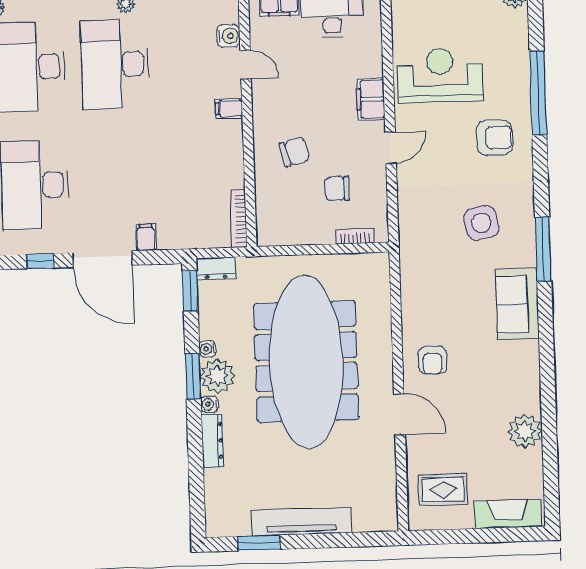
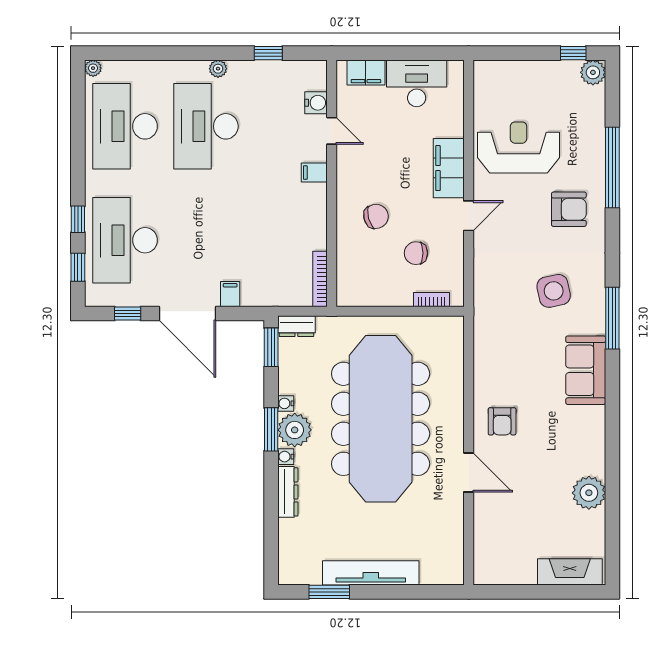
filing cabinet: (371, 99) -> (449, 168), width x1.50, depth x1.17
rug: (443, 490) -> (508, 546), removed

